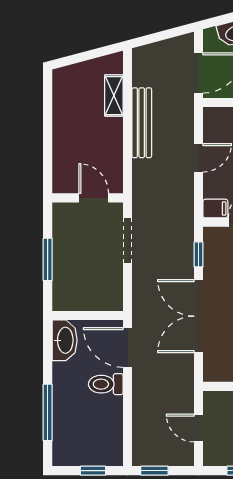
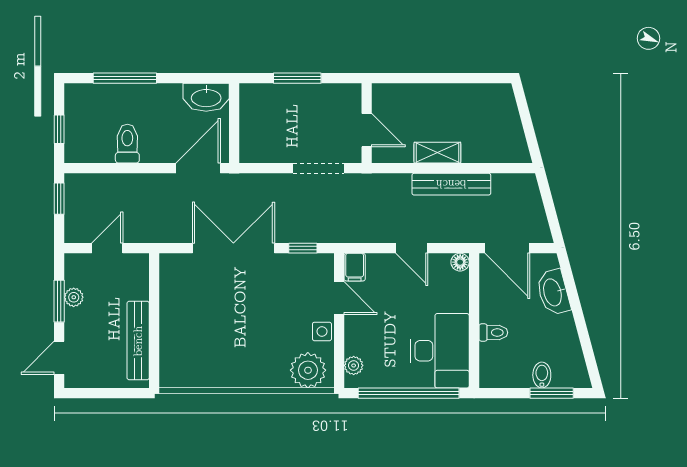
shelving: (114, 96) -> (437, 153), moved
floor lamp: (211, 115) -> (460, 262), added
door: (94, 198) -> (367, 130), hinge flipped
toilet: (106, 384) -> (127, 144), moved

